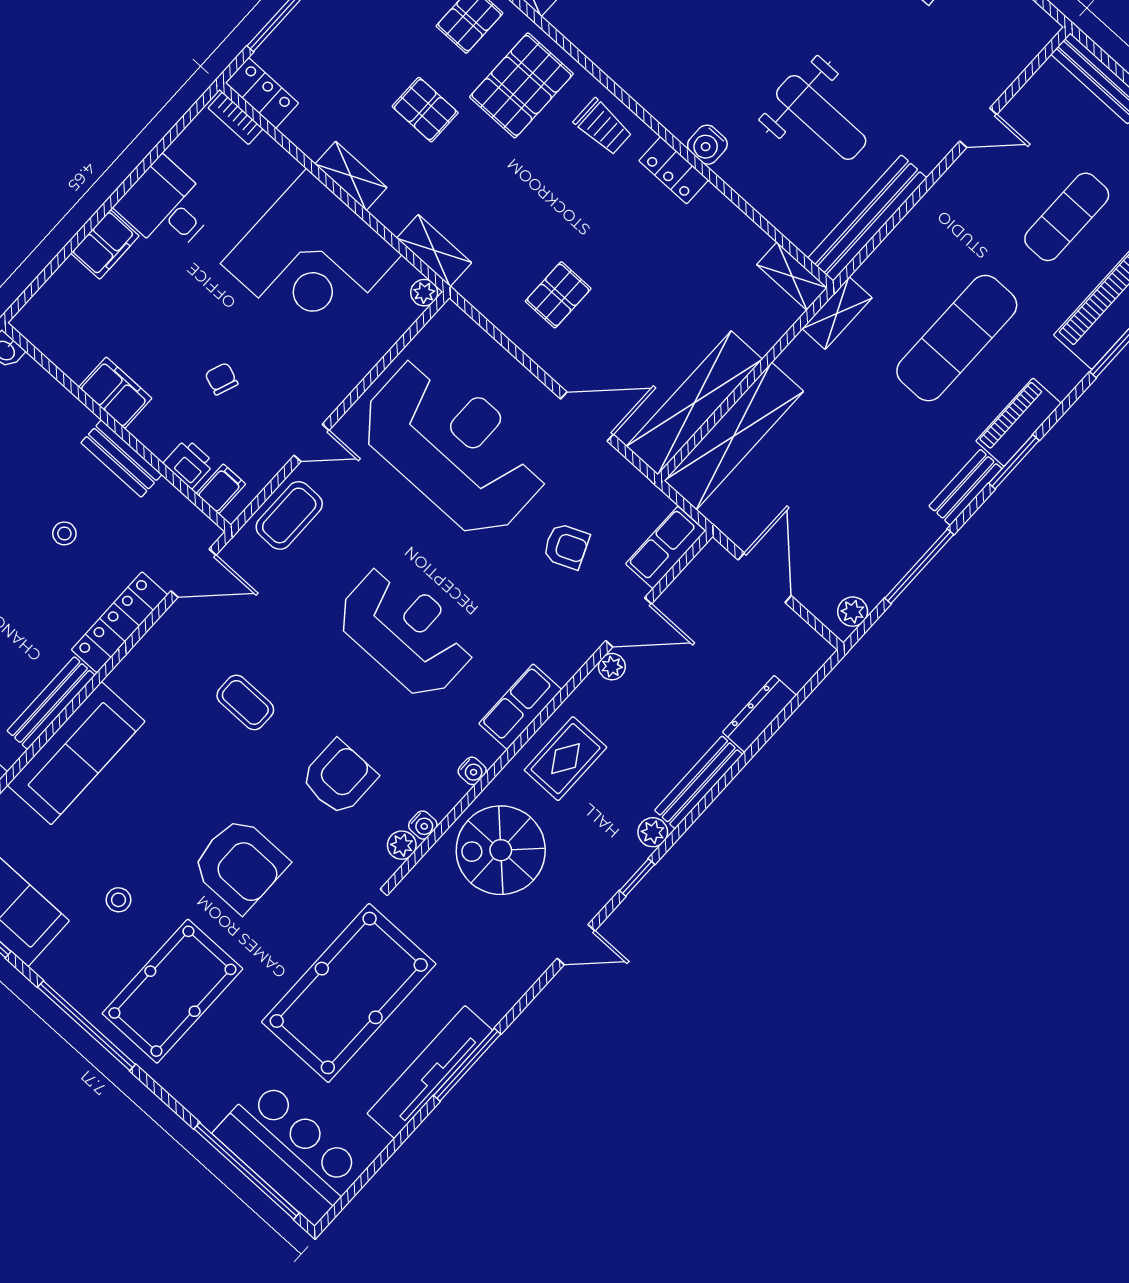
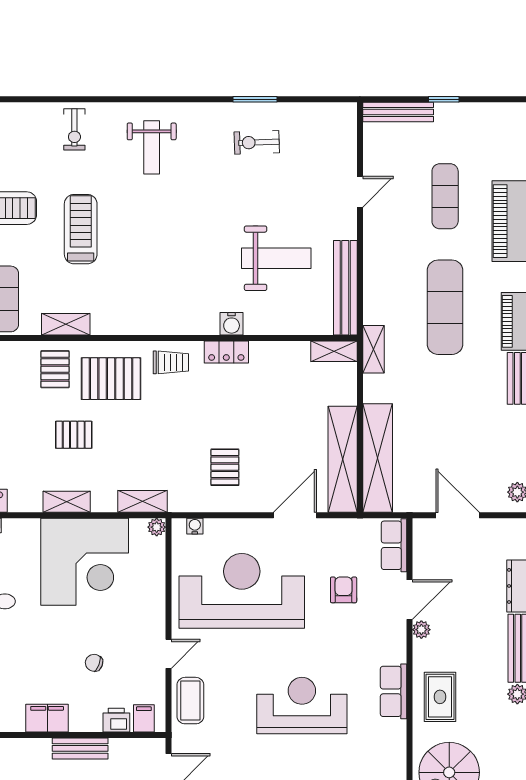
pallet: (521, 85) -> (111, 379), turned 90
armchair: (566, 546) -> (344, 590), turned -67
water cooler: (472, 771) -> (195, 526), moved, turned -90

